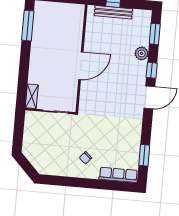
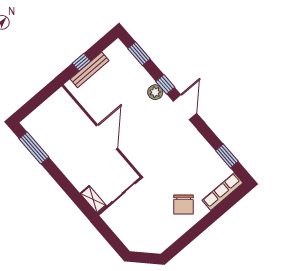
plant: (142, 53) -> (155, 92), moved
chair: (86, 158) -> (184, 205), width x1.87, depth x1.87

